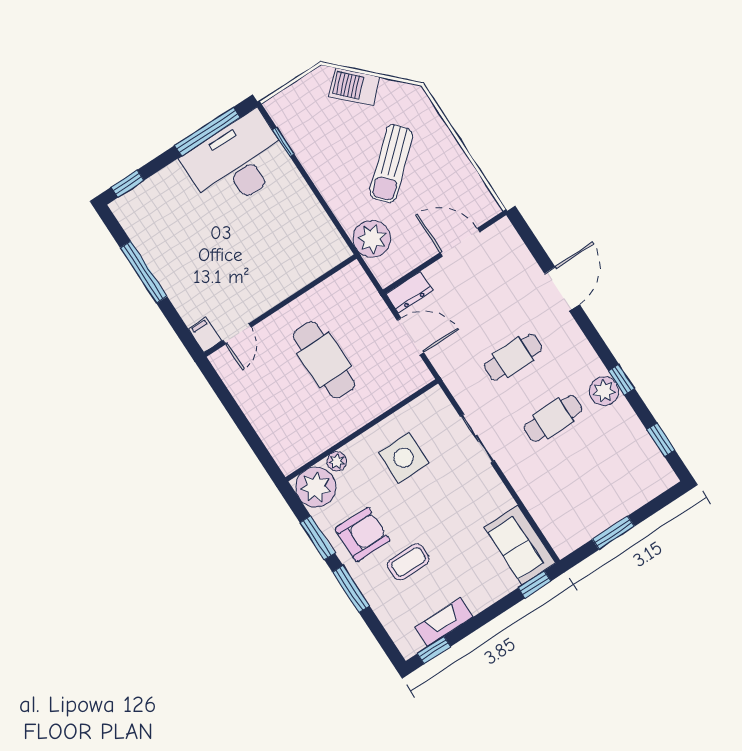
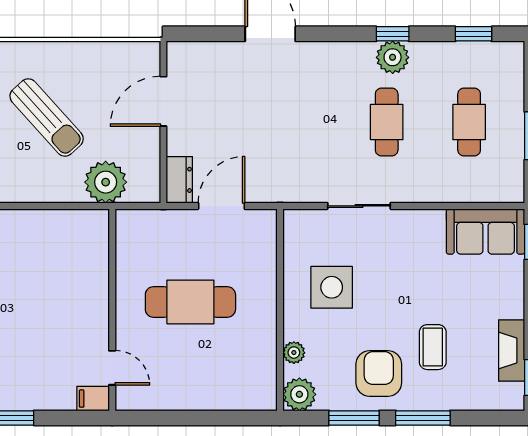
cafe table: (513, 357) -> (469, 122), moved
plant: (316, 487) -> (299, 394), width x0.73, depth x0.73

